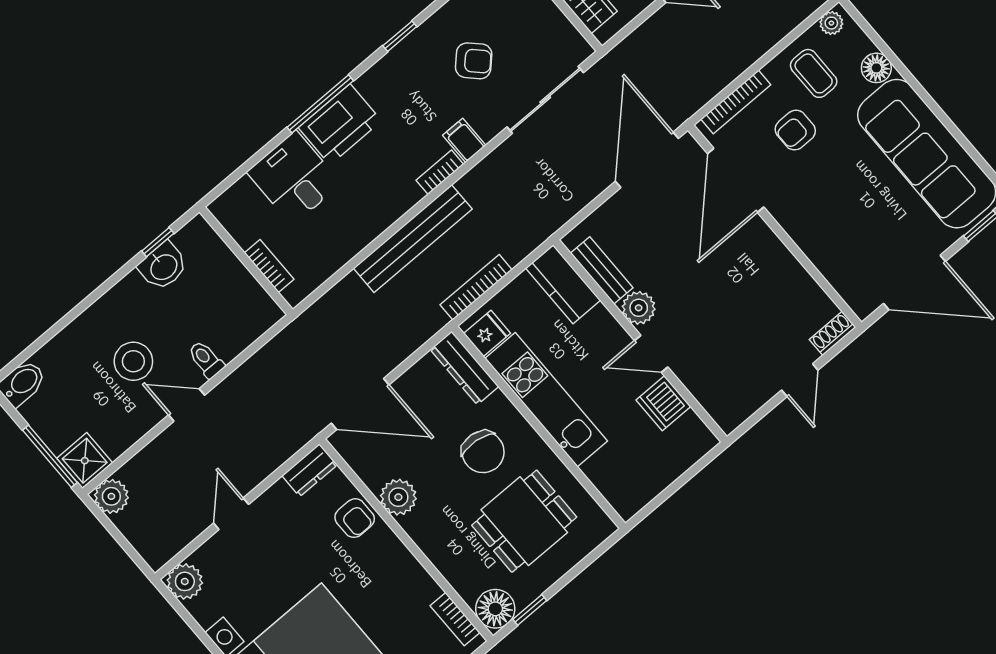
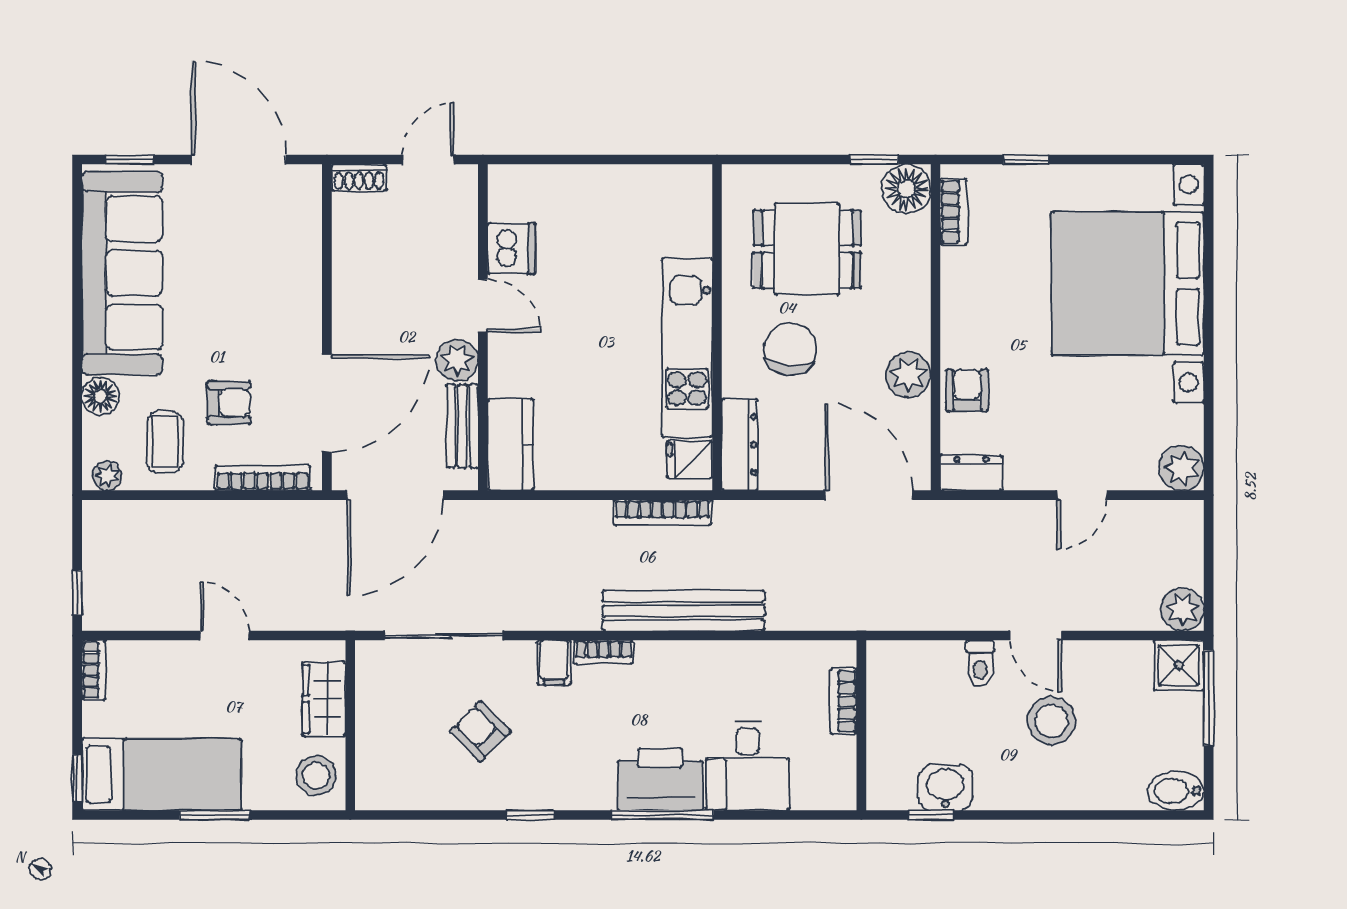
bench: (602, 270) -> (462, 426), moved
kitchen counter: (563, 284) -> (511, 444), moved
plant: (639, 308) -> (457, 360), moved
wall: (640, 341) -> (483, 327), moved
door: (651, 354) -> (483, 306), moved
dishwasher: (663, 403) -> (511, 249), moved

